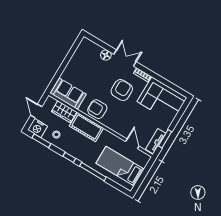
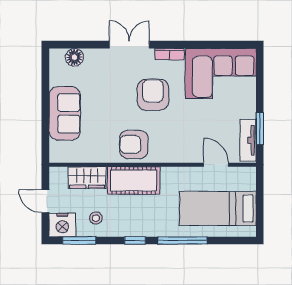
floor lamp: (106, 55) -> (74, 57), moved
sofa: (68, 94) -> (65, 113), moved, turned 90

